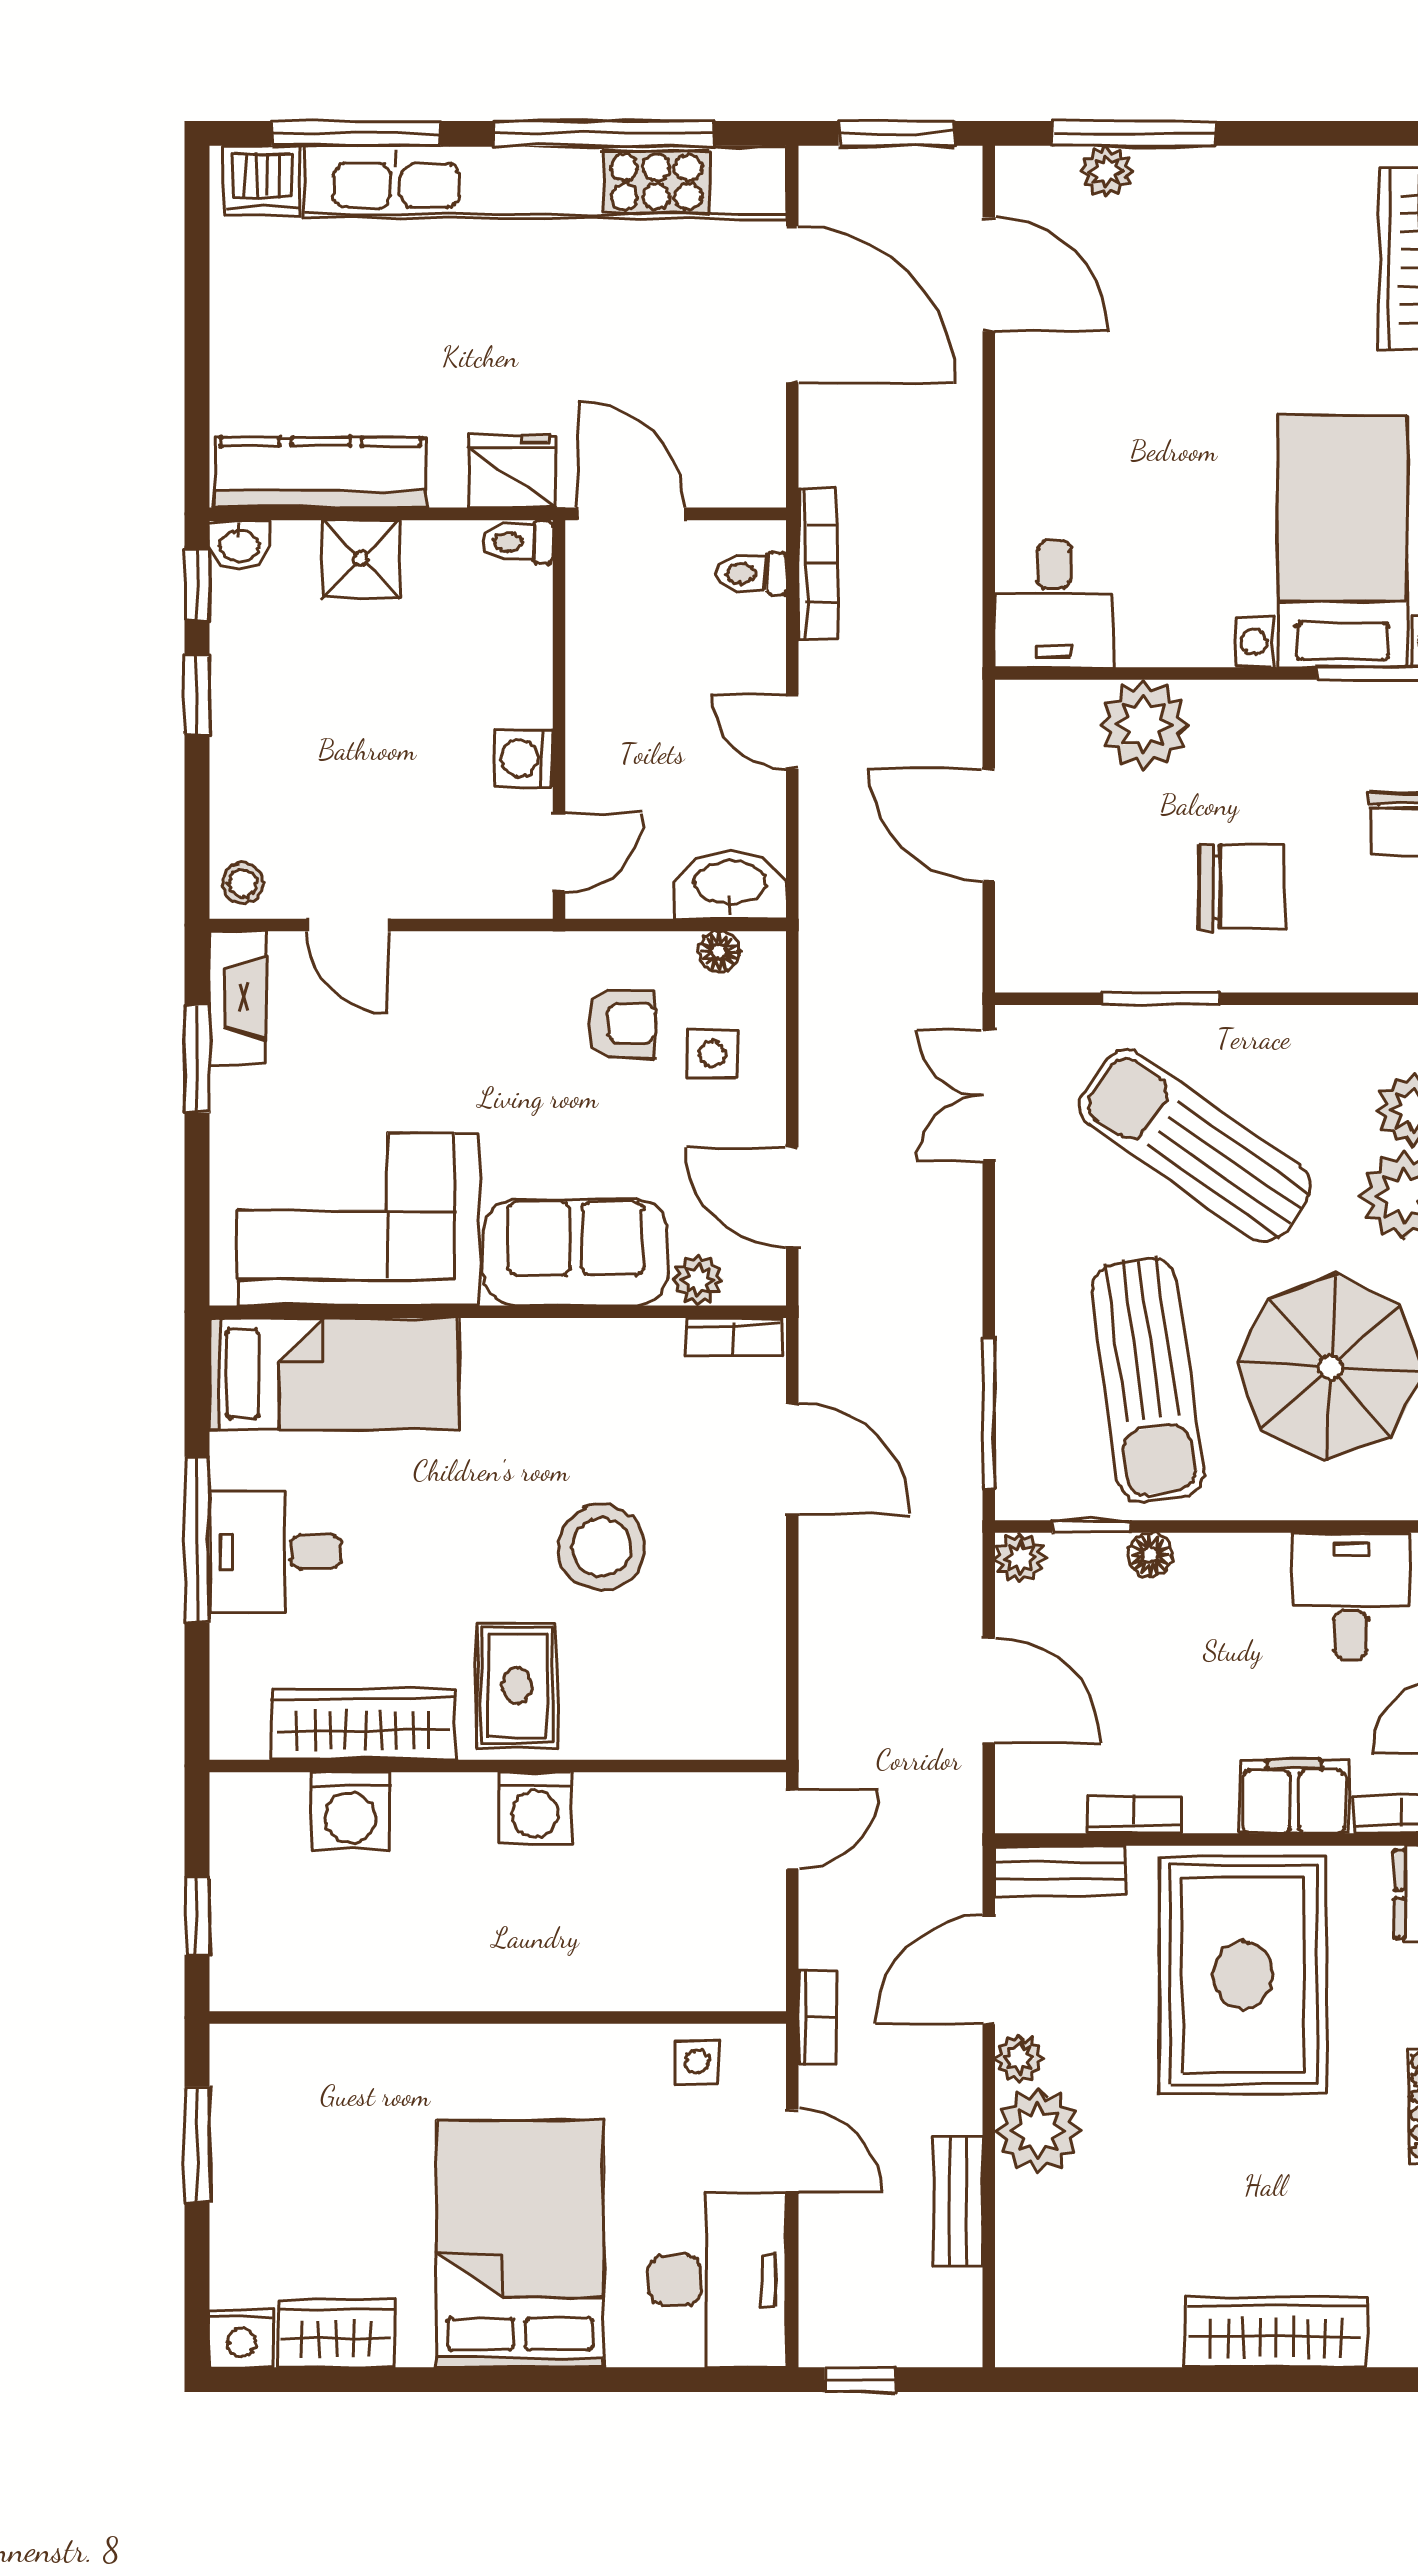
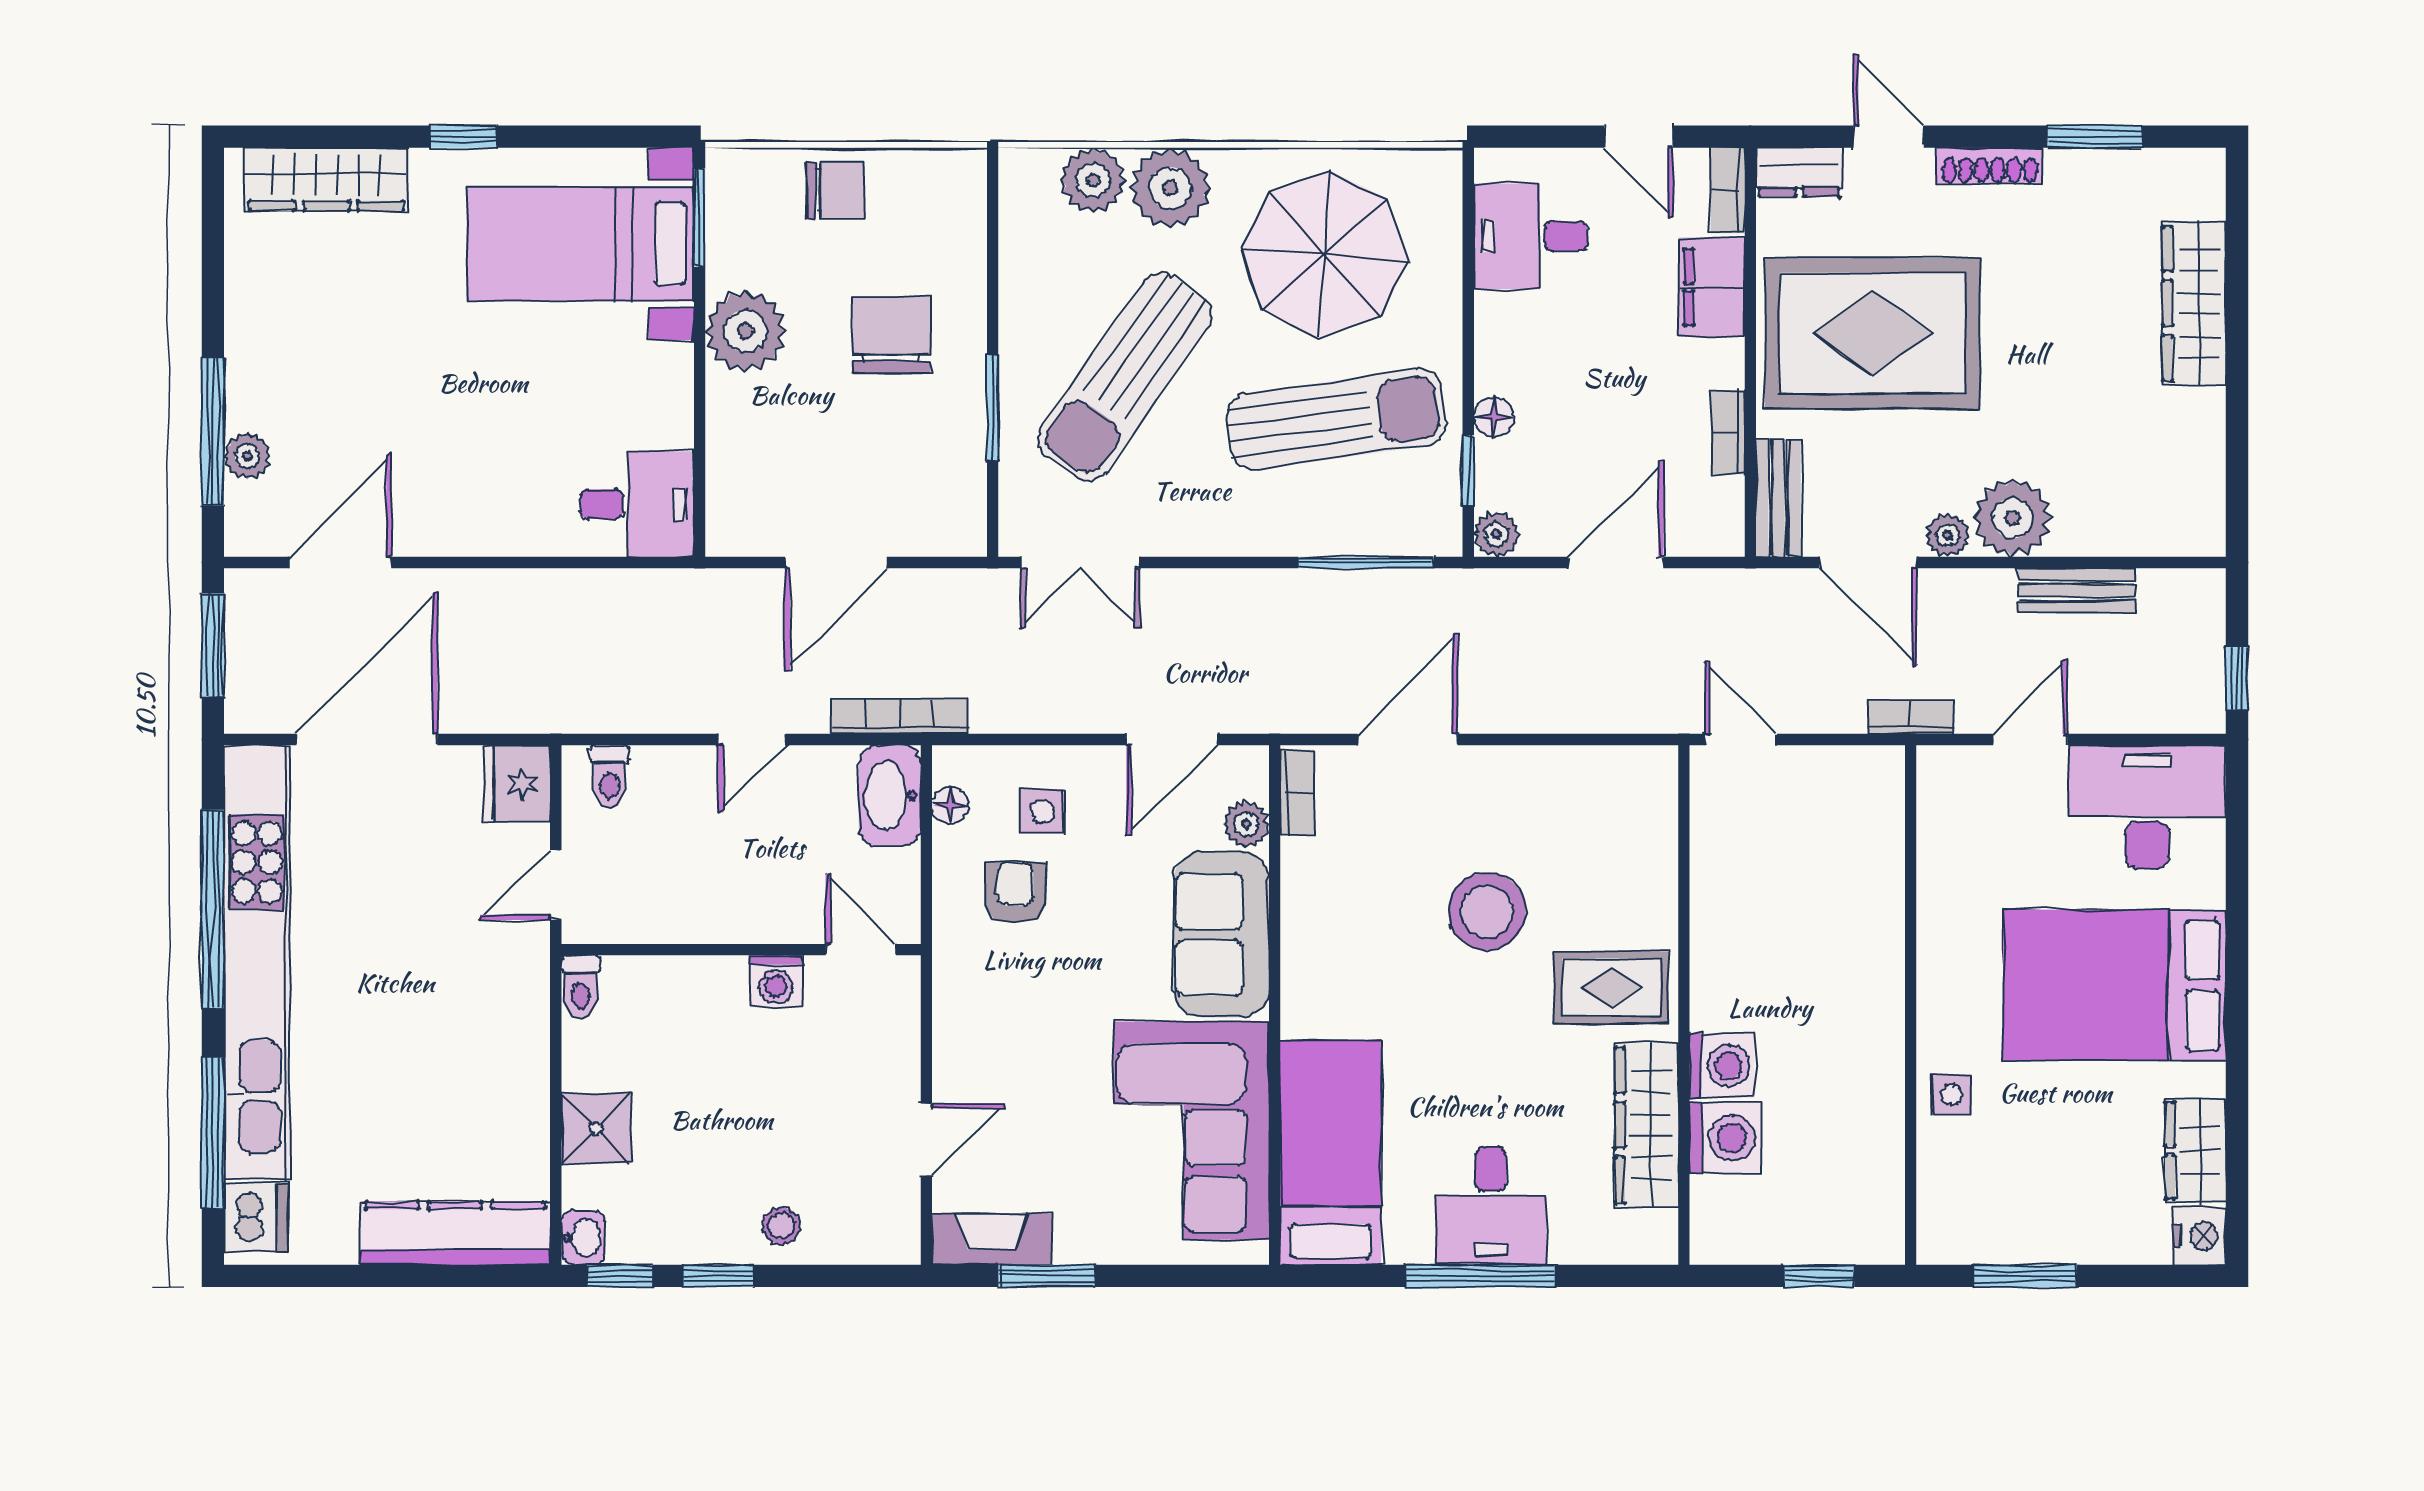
fridge: (513, 471) -> (517, 784), moved
kitchen counter: (321, 473) -> (455, 1233), moved, turned 90
door: (631, 514) -> (556, 885), width x0.73
bookcase: (818, 564) -> (899, 716), moved
plant: (1144, 724) -> (746, 331), moved
stool: (243, 883) -> (781, 1226), moved
washing machine: (535, 1808) -> (1722, 1066), moved
side table: (697, 2062) -> (1952, 1094), moved

